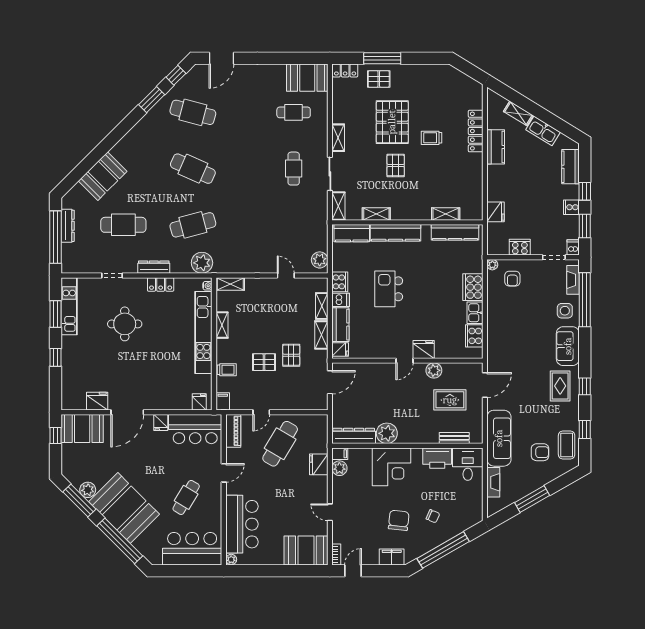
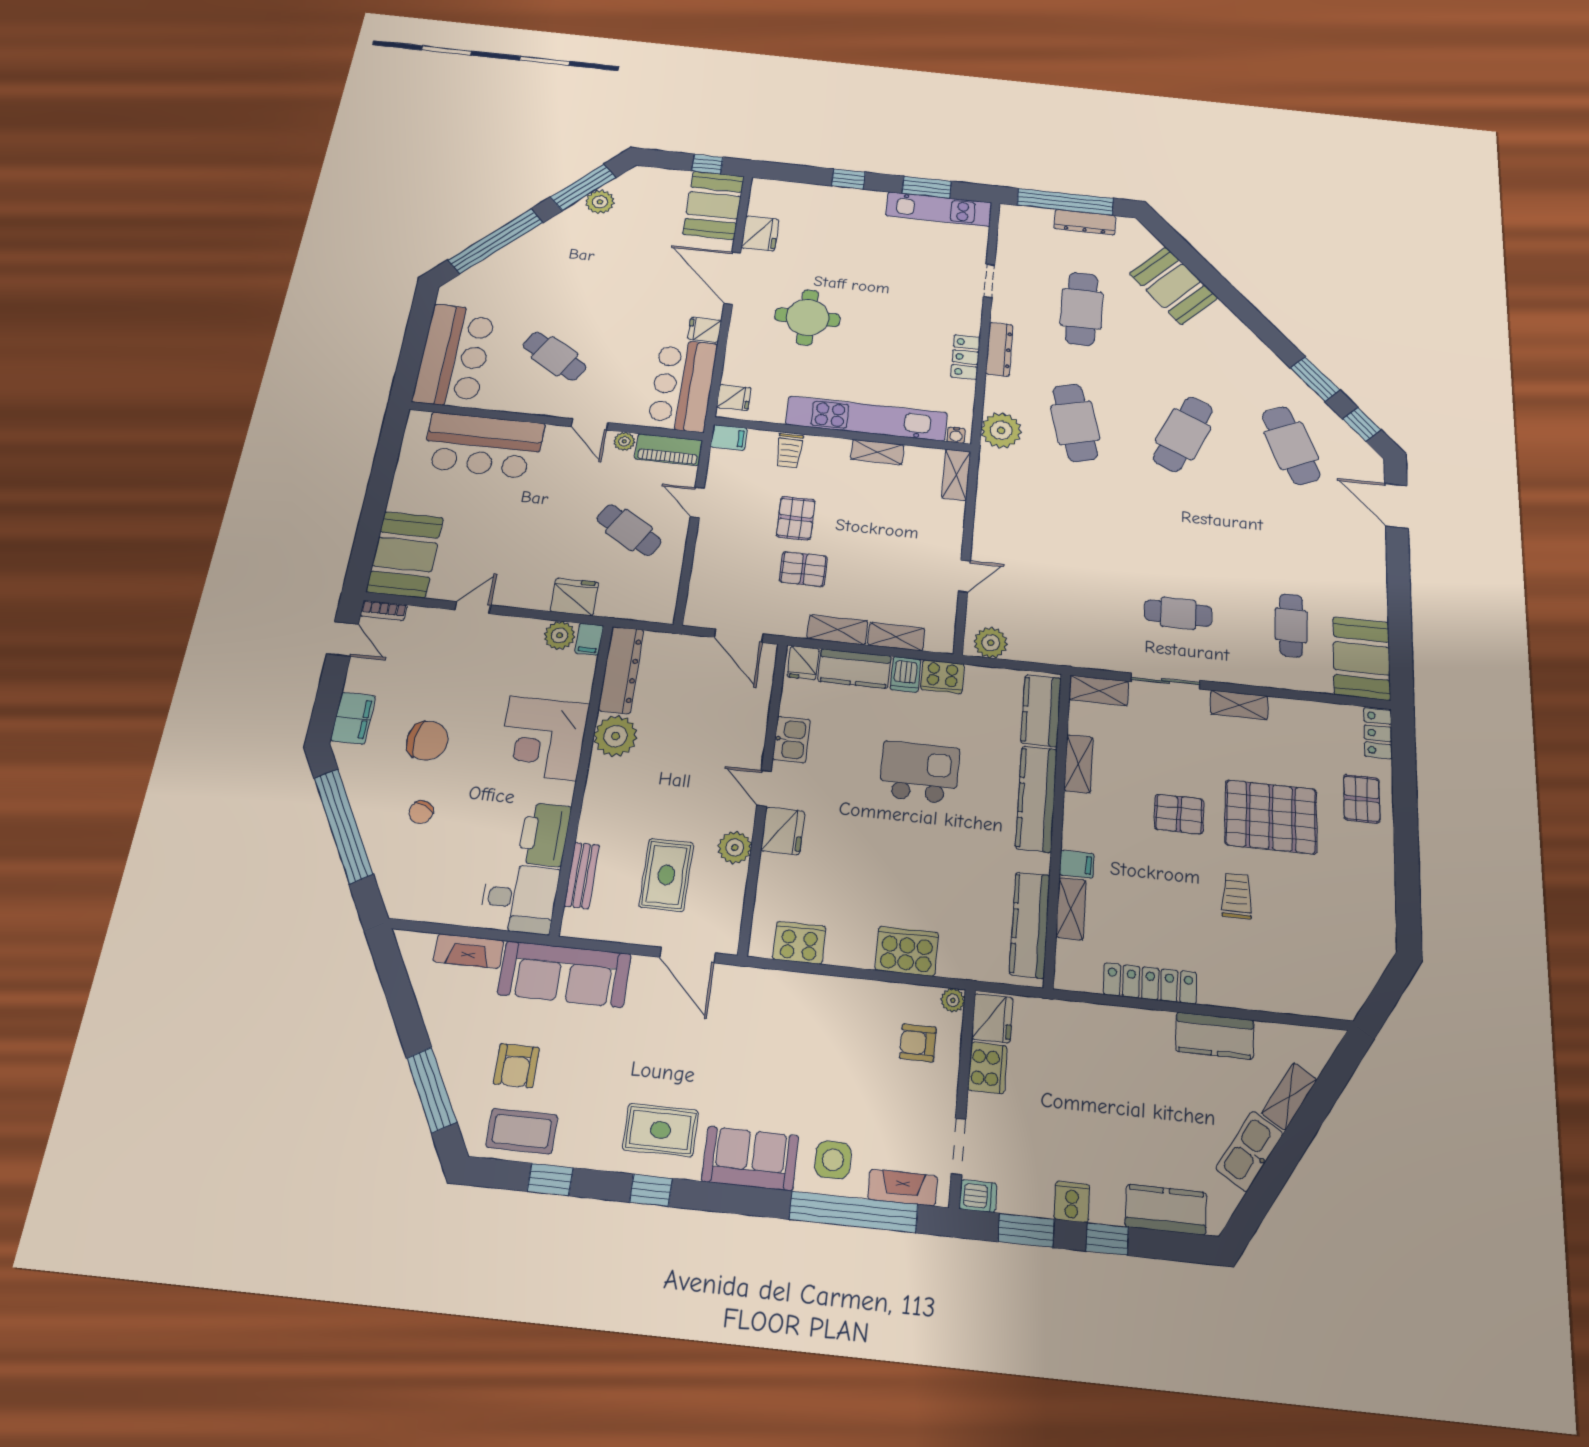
window: (382, 58) -> (1405, 811), removed
cafe table: (193, 112) -> (1291, 446), turned -39
locker: (476, 131) -> (1150, 984), moved
filing cabinet: (425, 212) -> (1077, 864), added
fridge: (496, 212) -> (992, 1018), moved, turned -90
kitchen sink: (475, 313) -> (791, 739), moved, turned 90
round table: (125, 324) -> (807, 317), moved
cafe table: (280, 444) -> (629, 530), width x0.73, depth x0.74
window: (532, 499) -> (432, 1090), moved
booth: (124, 508) -> (555, 254), removed
plant: (231, 560) -> (624, 441), moved

